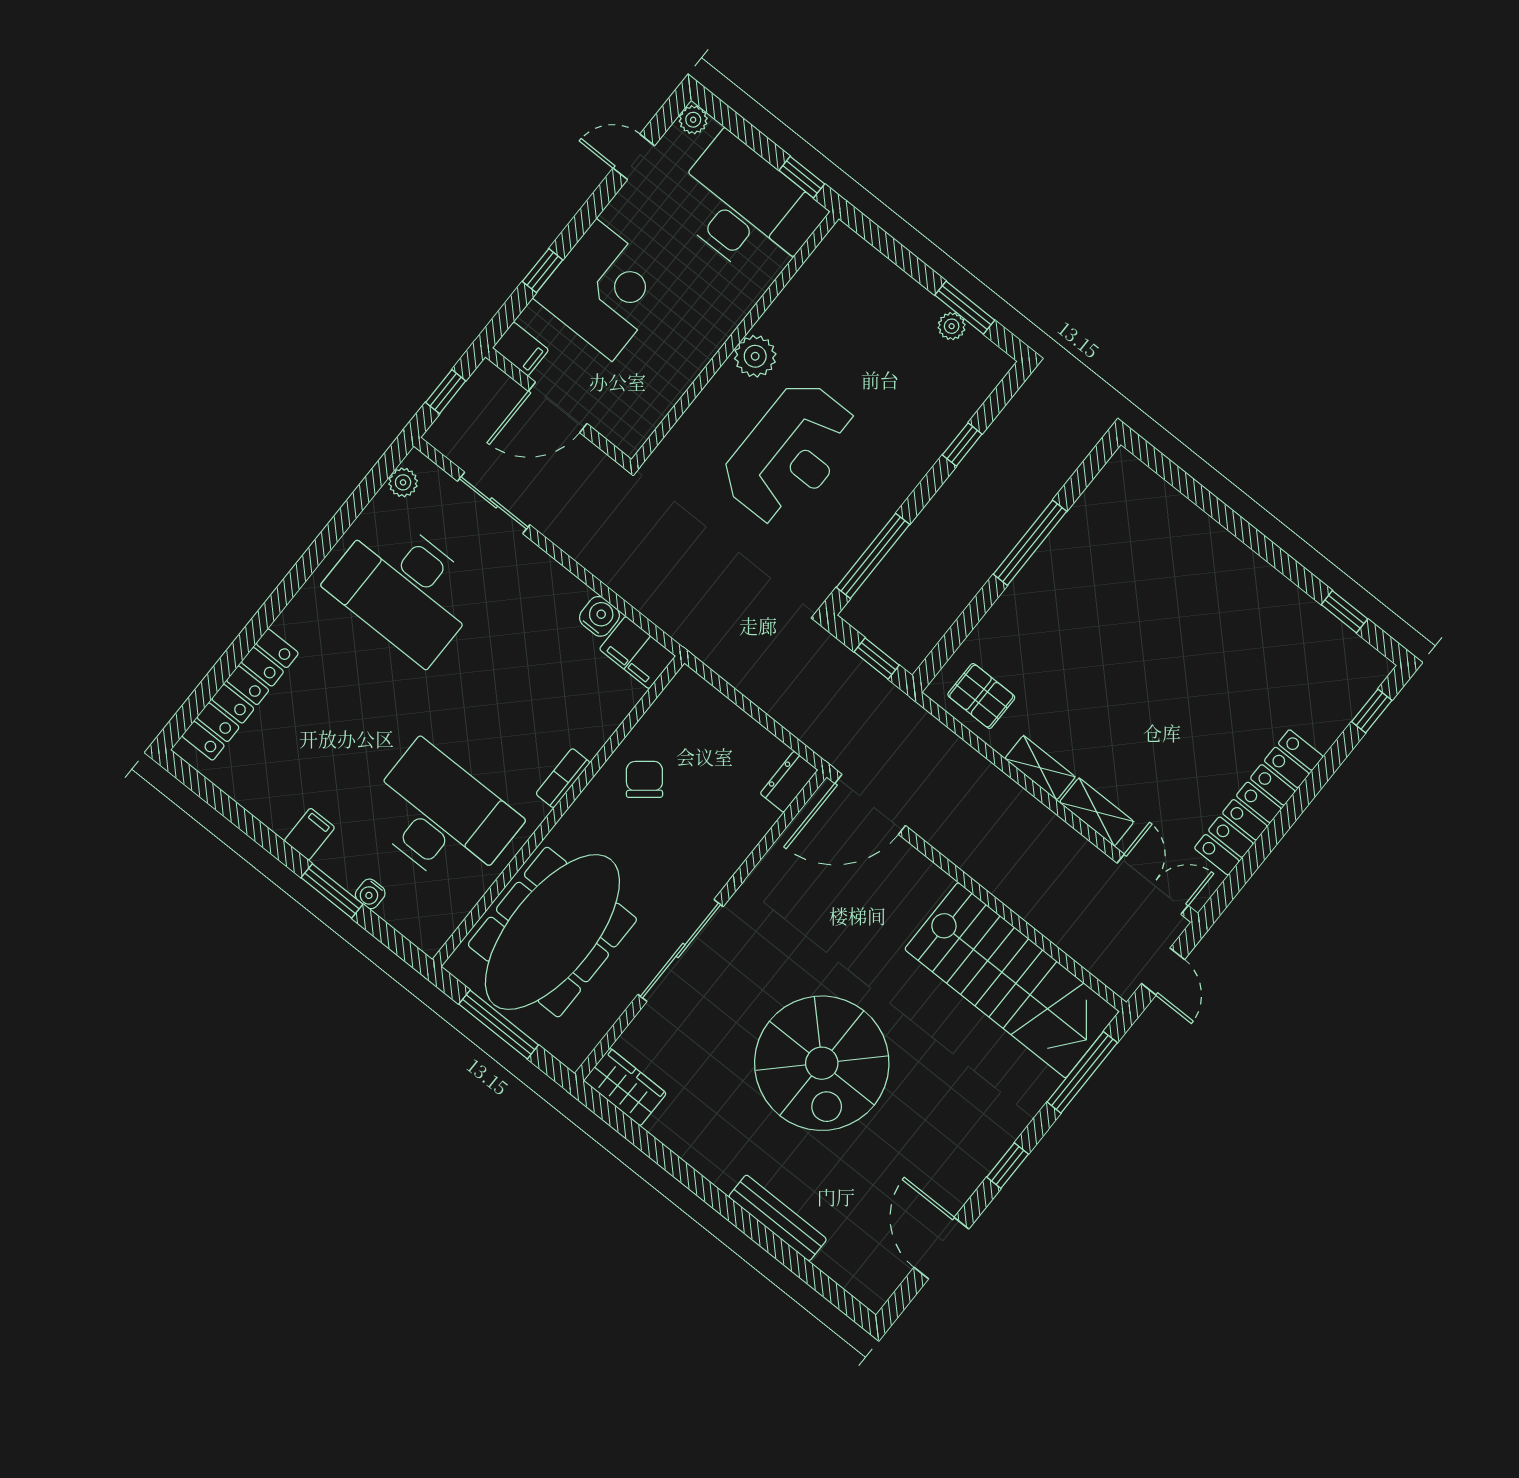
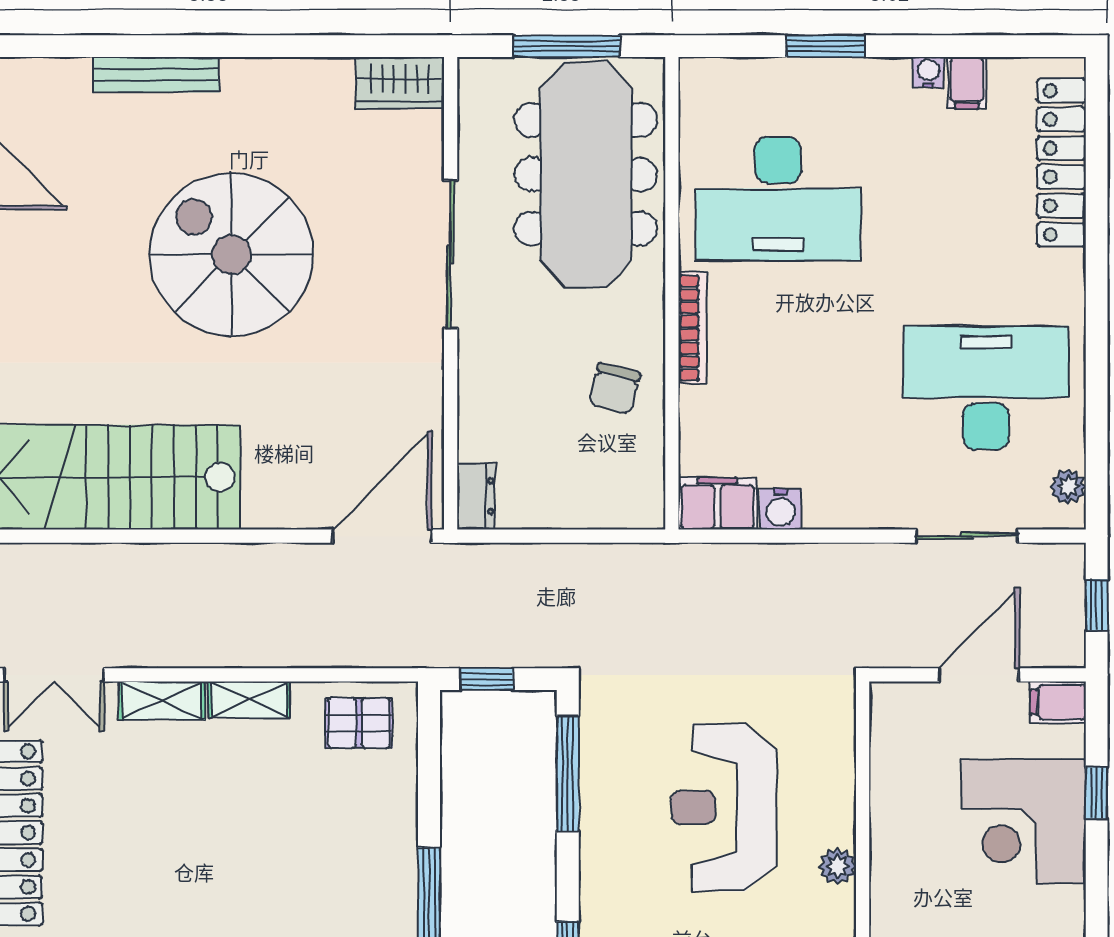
plant: (755, 356) -> (837, 866), width x0.73, depth x0.73
bookcase: (563, 778) -> (693, 328), width x1.56
chair: (644, 779) -> (615, 389), turned 53
filing cabinet: (309, 834) -> (967, 83), moved
water cooler: (370, 894) -> (928, 72), moved

